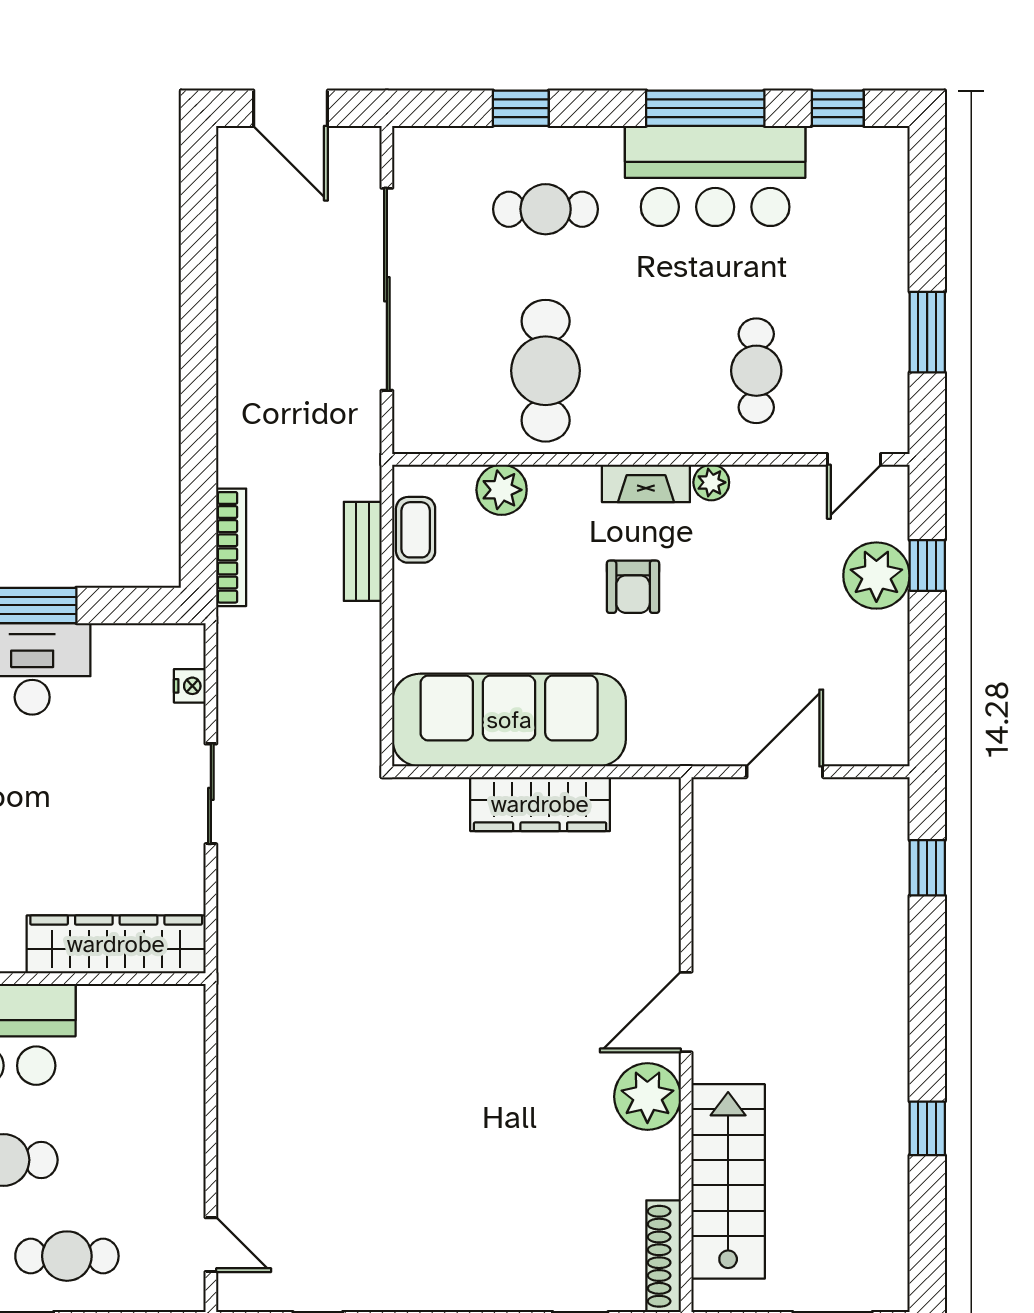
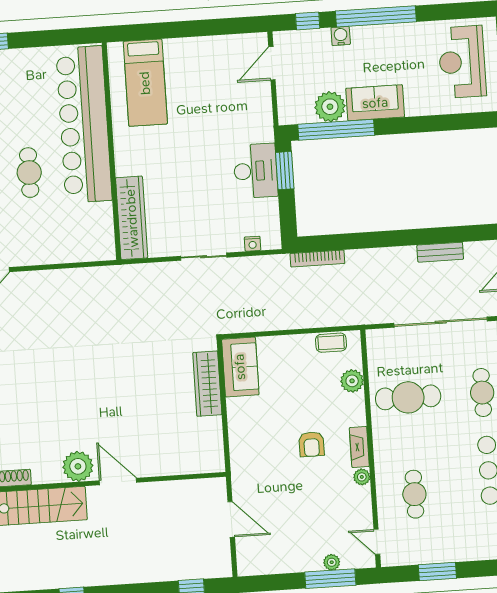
cafe table: (756, 371) -> (414, 494), turned 90
bench: (363, 551) -> (440, 252), moved
window: (927, 565) -> (330, 579), width x2.17
plant: (876, 576) -> (332, 562), width x0.53, depth x0.53
armchair: (633, 587) -> (312, 444), turned -90
sofa: (509, 720) -> (240, 367), width x0.54, depth x0.79
wardrobe: (540, 804) -> (207, 384), moved

